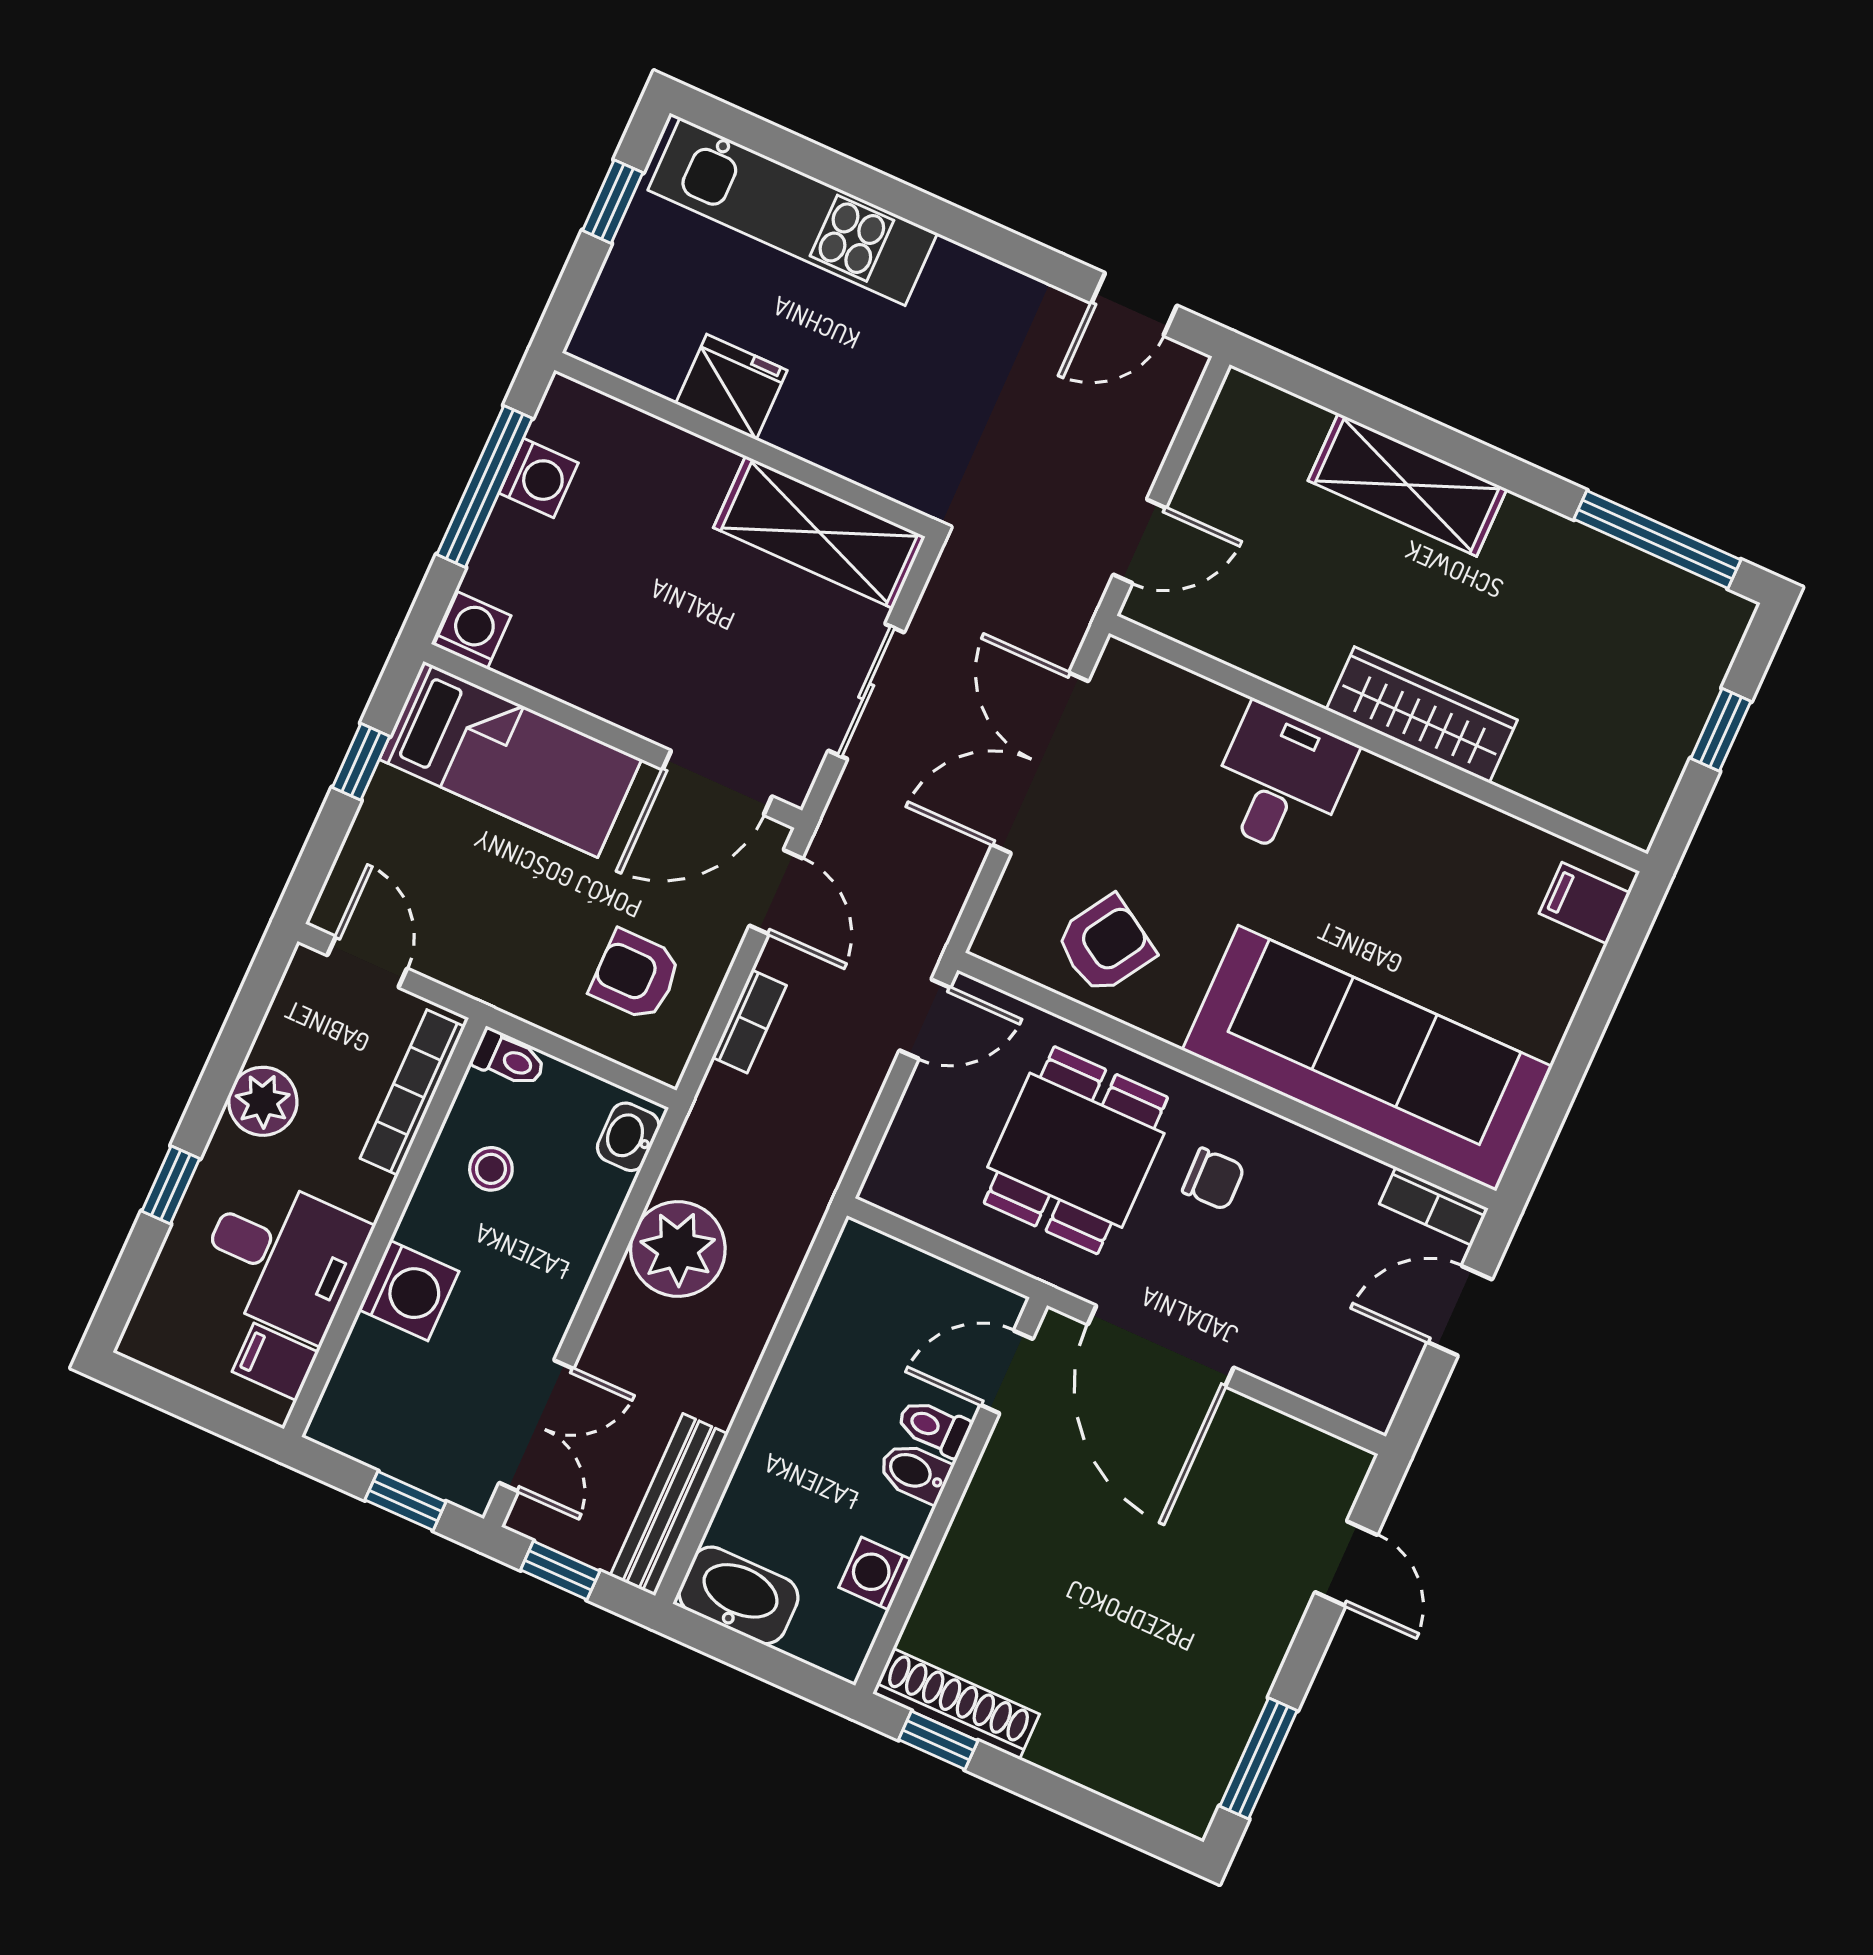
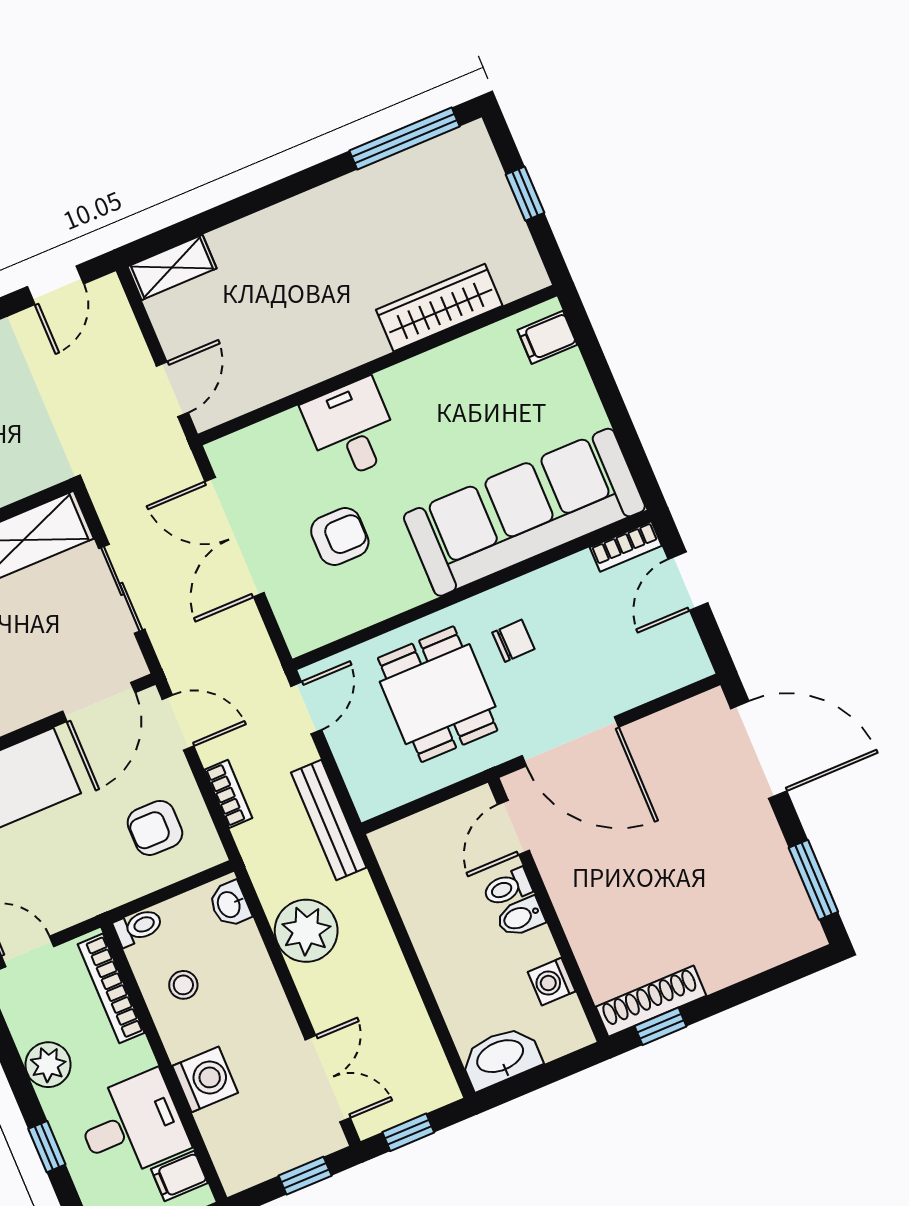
shelving: (1407, 485) -> (172, 267), moved, width x0.67, depth x0.75
wardrobe: (1422, 715) -> (439, 308), moved
armchair: (1105, 945) -> (340, 536), moved, turned 58
bench: (669, 1505) -> (329, 820), moved
door: (1346, 1564) -> (759, 750), width x1.88

